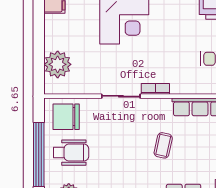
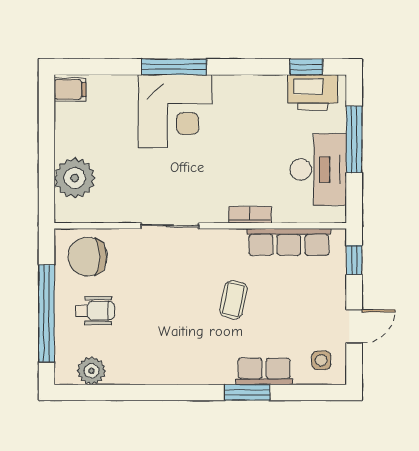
bookcase: (155, 89) -> (250, 215), moved
wheelchair: (71, 153) -> (95, 311), width x0.73, depth x0.73

